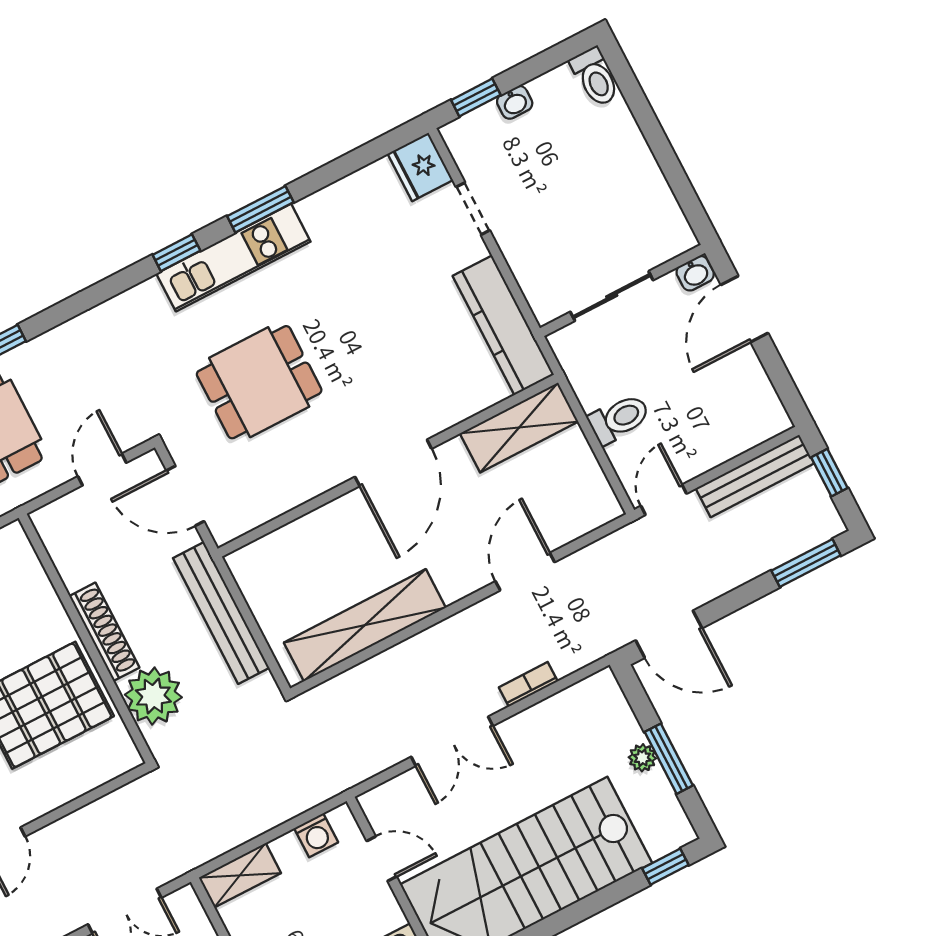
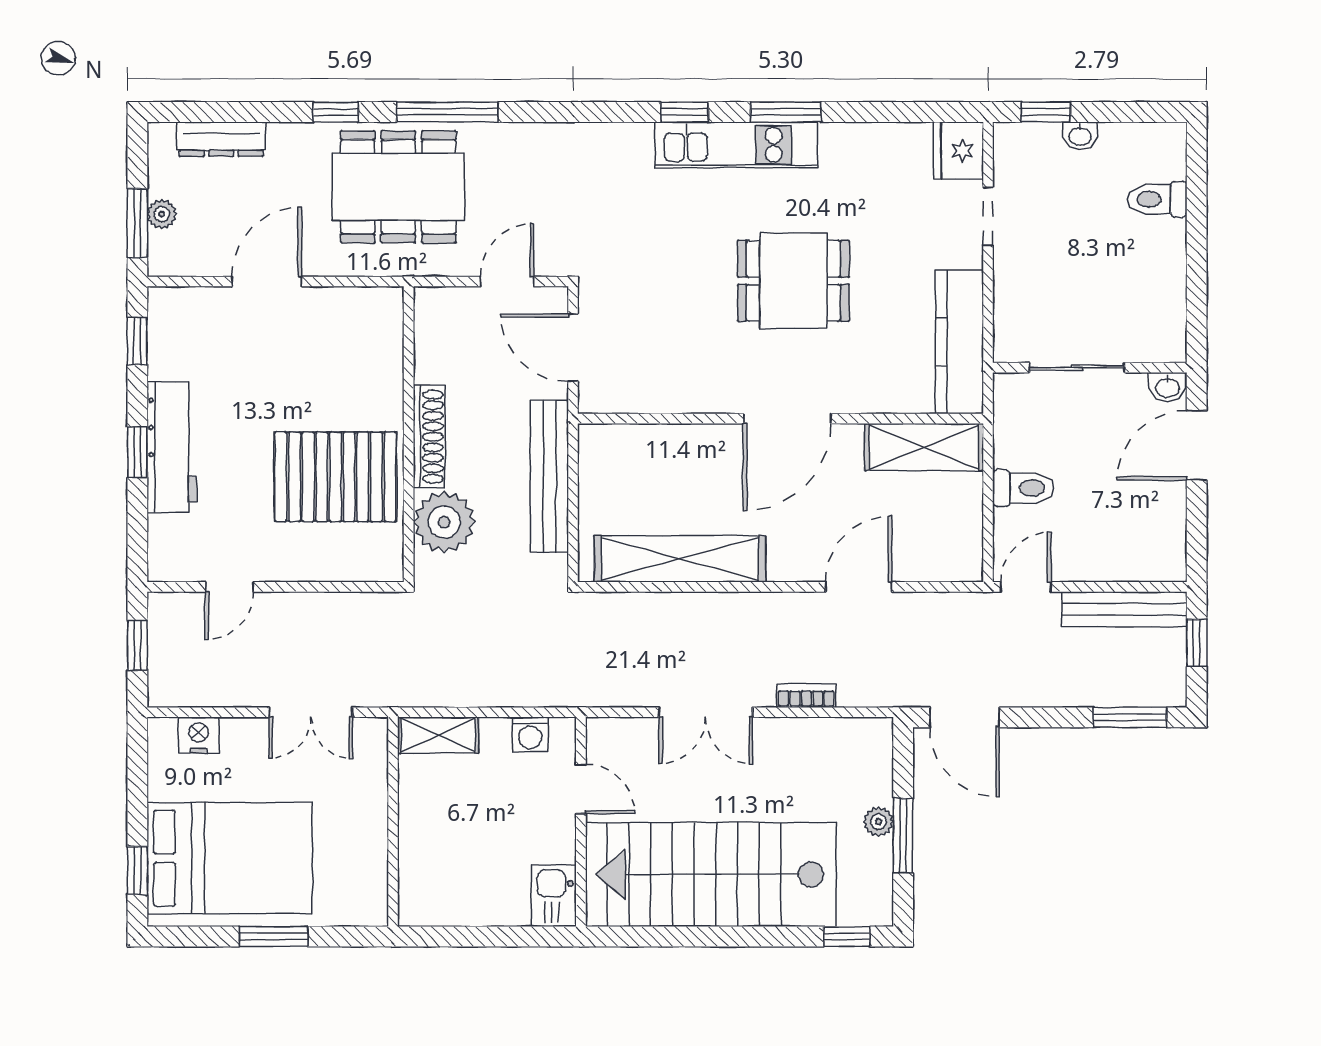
toilet: (595, 77) -> (1157, 199), moved, turned 90
dining table: (259, 382) -> (793, 281), moved

